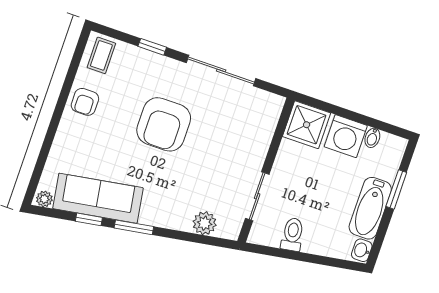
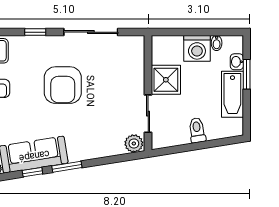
shower: (307, 125) -> (166, 80), moved
plant: (205, 223) -> (134, 143), moved
toilet: (292, 234) -> (197, 130), moved
washbasin: (362, 250) -> (237, 62), moved

